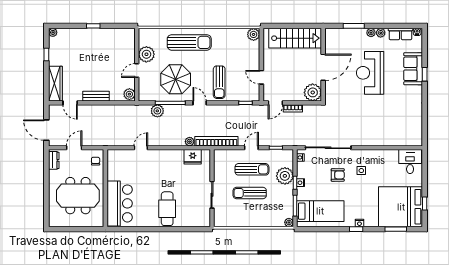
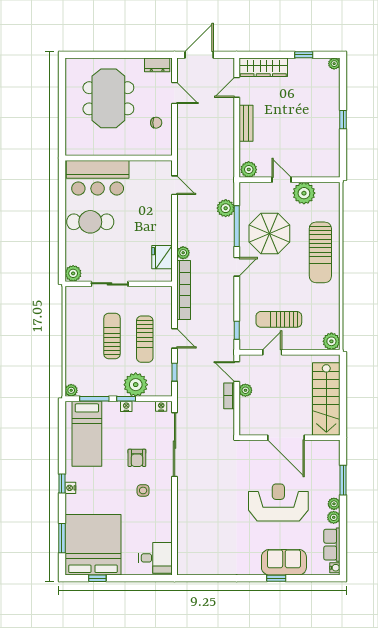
sun lounger: (219, 82) -> (279, 319), moved
plant: (313, 92) -> (245, 390), moved, width x0.53, depth x0.53
wall: (105, 188) -> (119, 158), moved
bar counter: (120, 203) -> (98, 178), moved
plant: (204, 221) -> (73, 273), added

